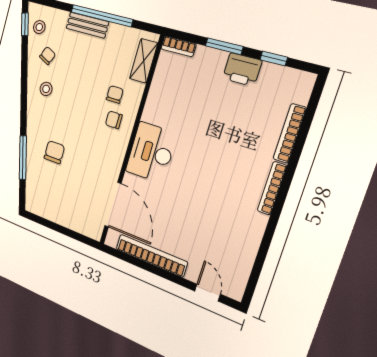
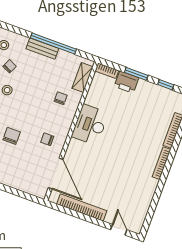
printer: (242, 70) -> (126, 82), moved
chair: (114, 120) -> (47, 139), moved
desk: (151, 152) -> (90, 125), moved

